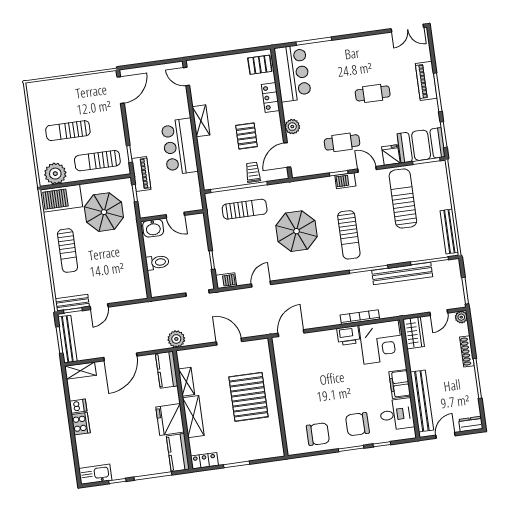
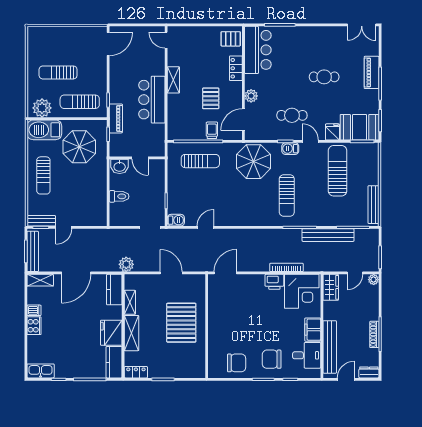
parasol: (297, 231) -> (254, 162), moved
shoe rack: (467, 351) -> (374, 334), moved

